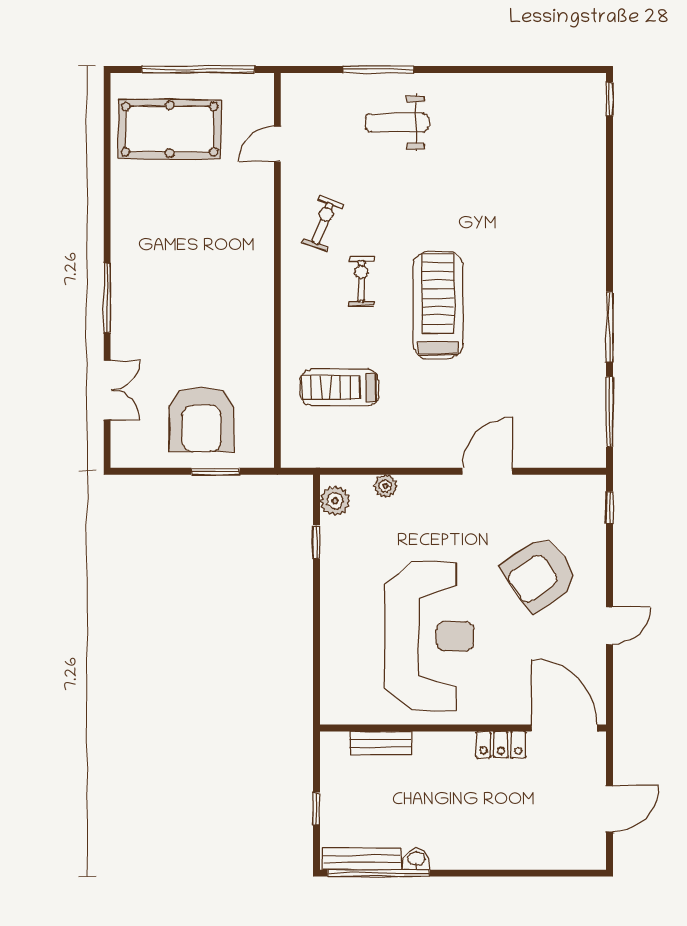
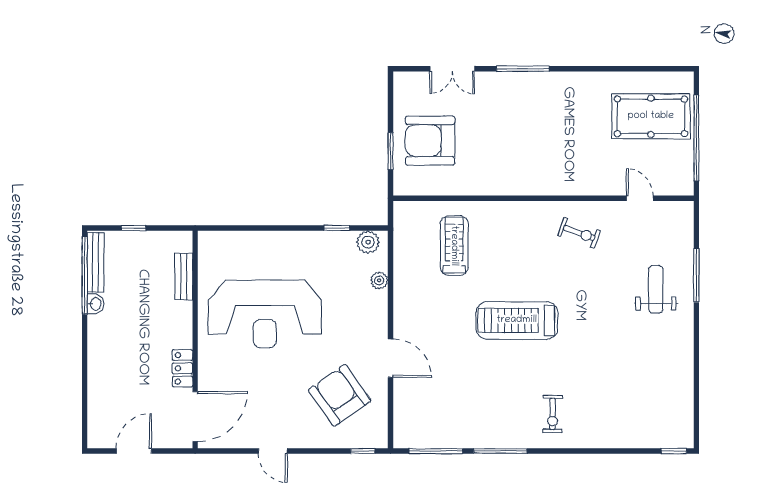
pool table: (170, 129) -> (651, 116), turned 90
exercise bike: (361, 281) -> (553, 414), moved, turned 91
treadmill: (438, 305) -> (517, 320), turned 180
armchair: (540, 574) -> (340, 395), moved
door: (609, 808) -> (134, 451), swing flipped

